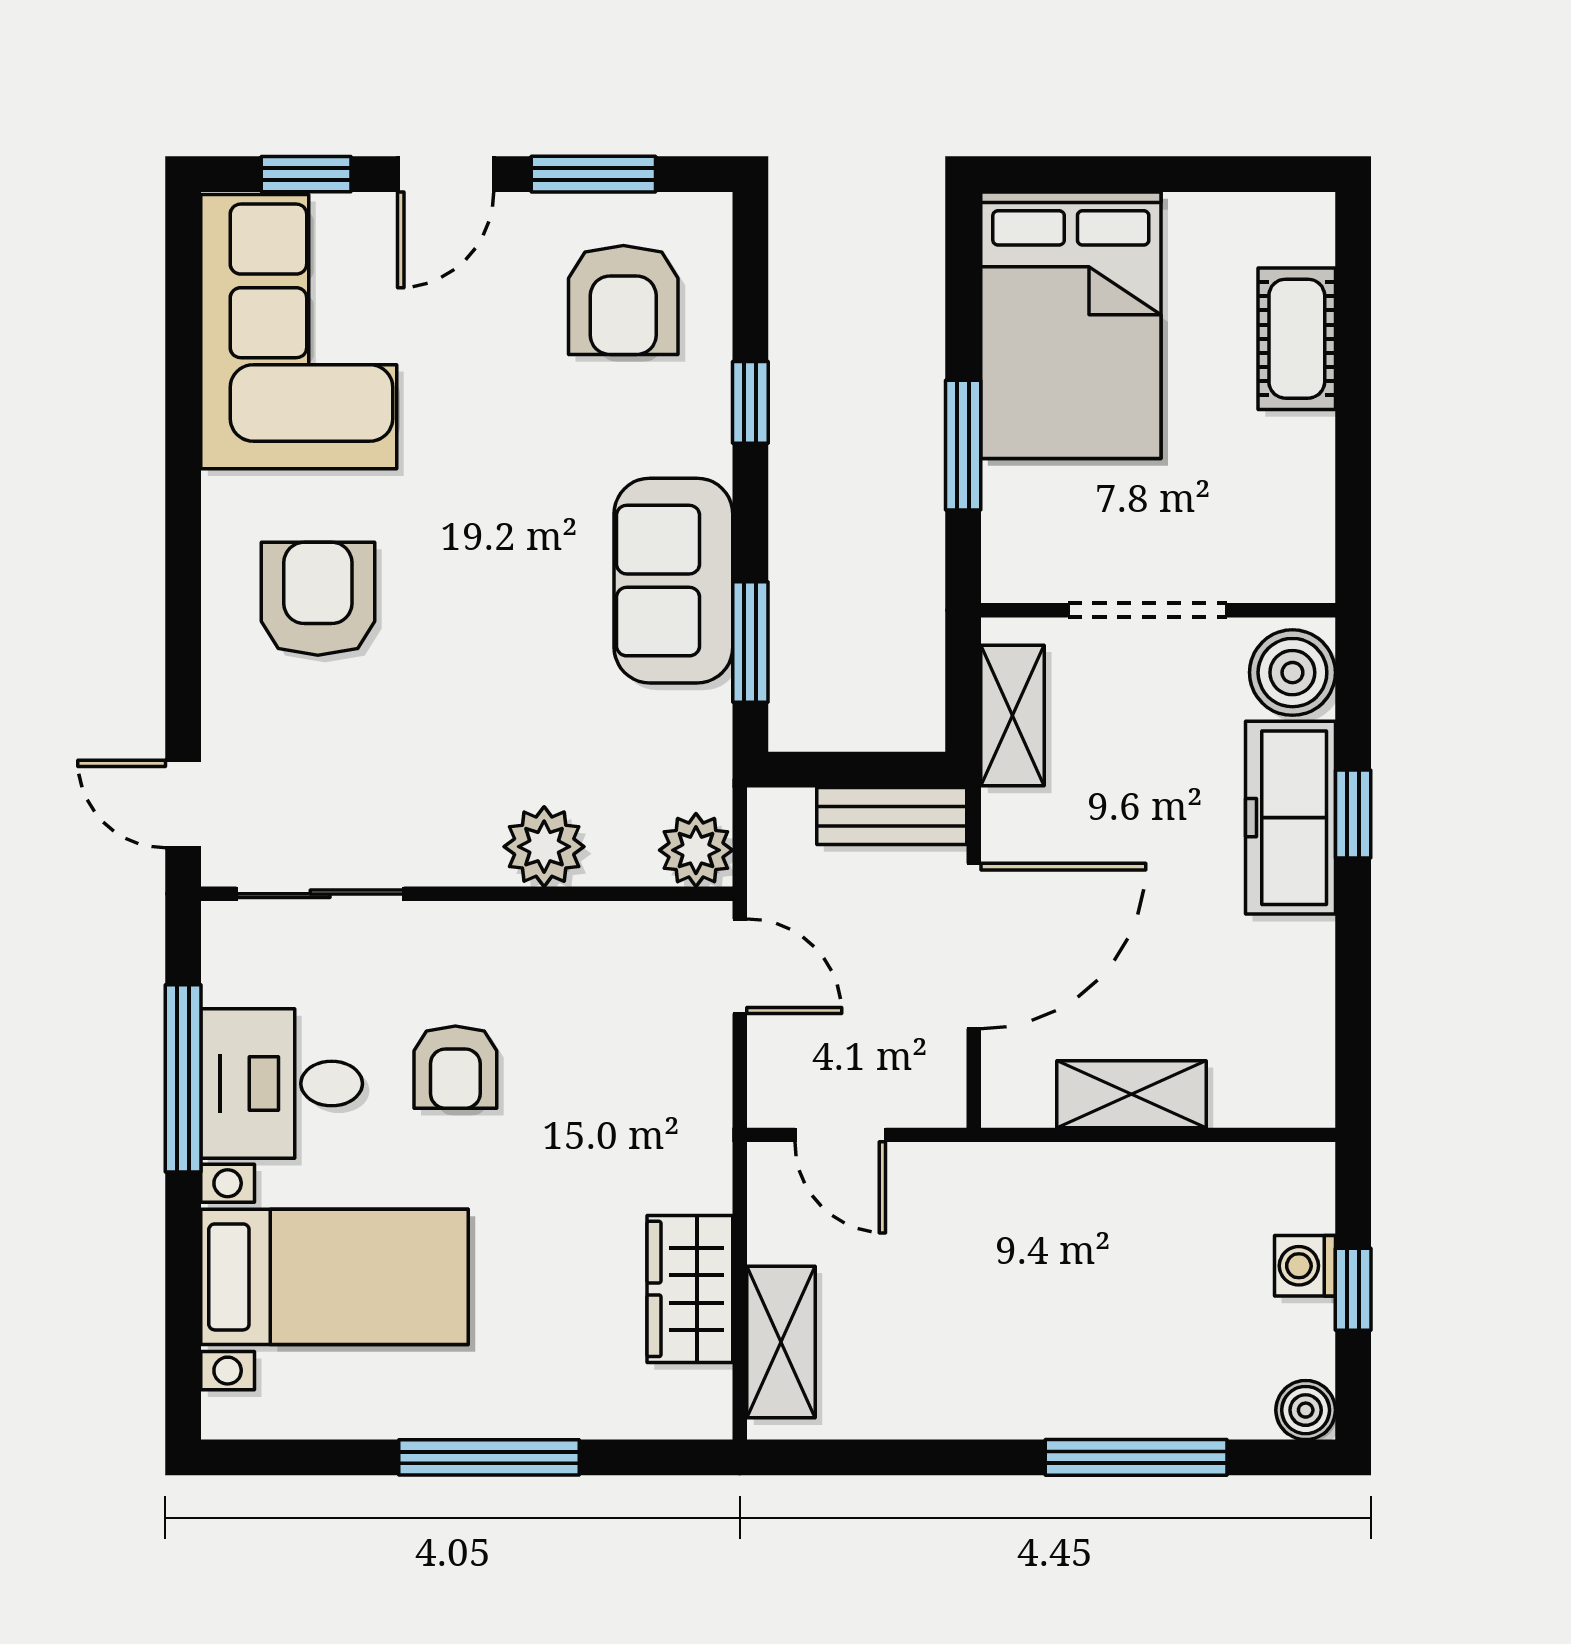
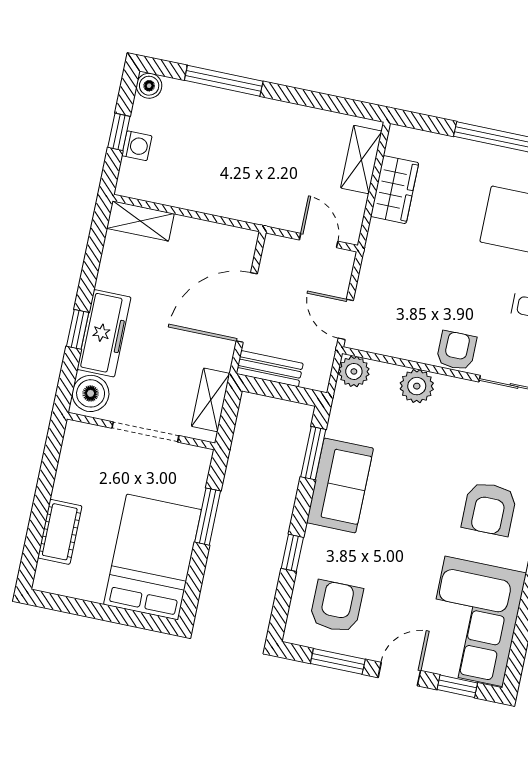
armchair: (455, 1067) -> (457, 350), moved
shelving: (1131, 1094) -> (140, 221), moved

